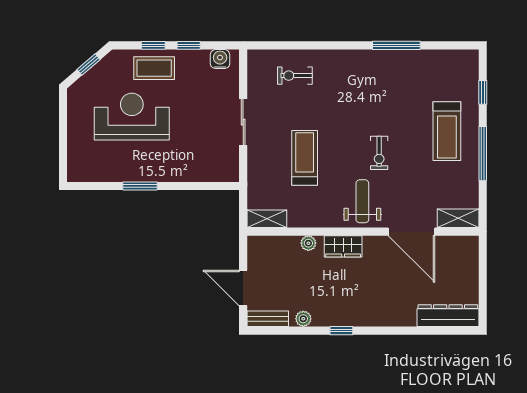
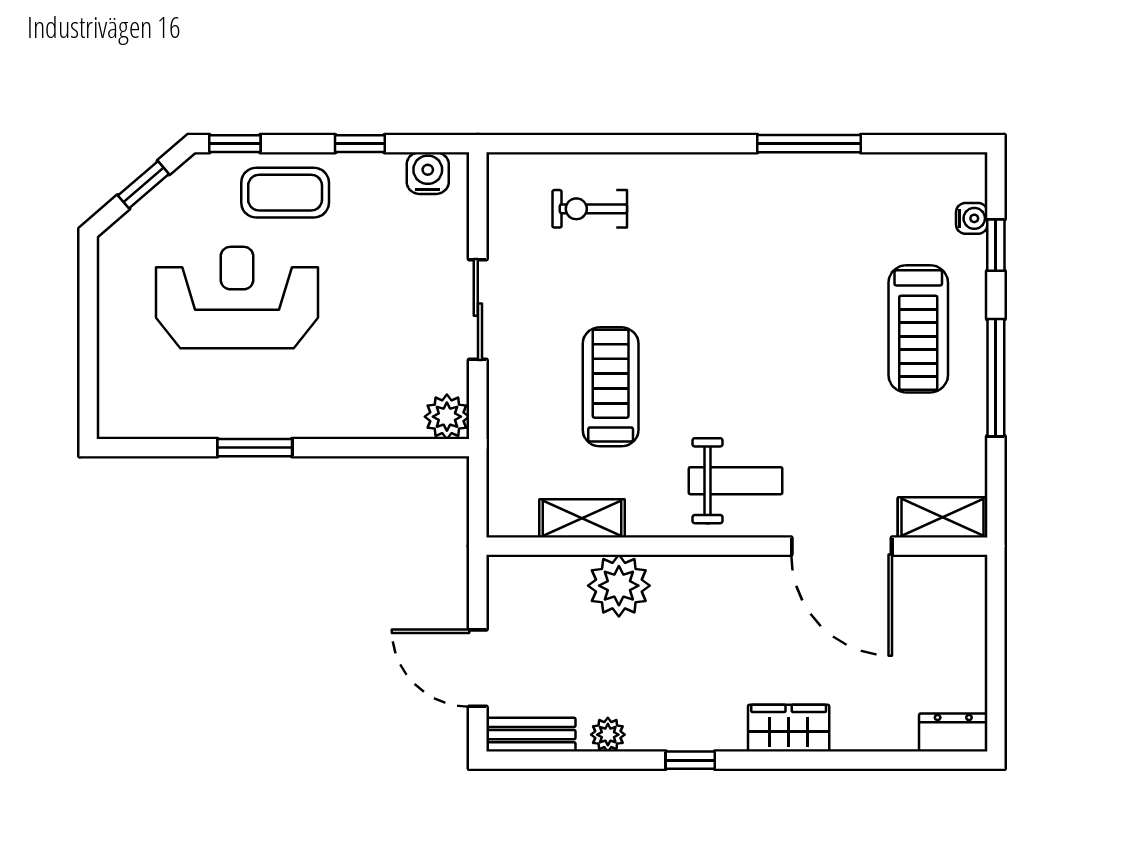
window: (153, 45) -> (235, 144), moved
water cooler: (472, 80) -> (972, 218), added
exercise bike: (379, 153) -> (772, 376), removed
plant: (229, 172) -> (447, 417), added
weight bench: (362, 201) -> (736, 481), turned 90
shelving: (267, 219) -> (582, 518), moved
plant: (308, 243) -> (619, 586), width x1.88, depth x1.88
wardrobe: (343, 246) -> (789, 728), moved, turned 180
dresser: (448, 316) -> (953, 732), width x0.51, depth x0.80

